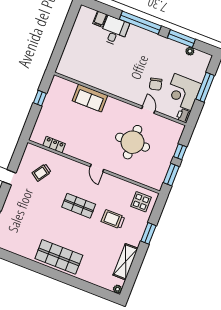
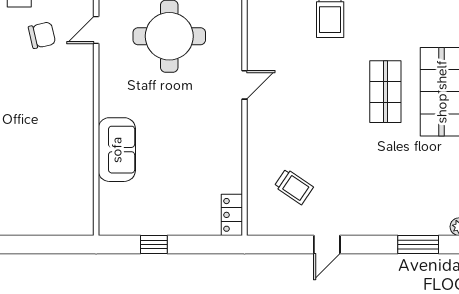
locker: (54, 145) -> (232, 215), moved
shop shelf: (79, 206) -> (385, 92), moved

